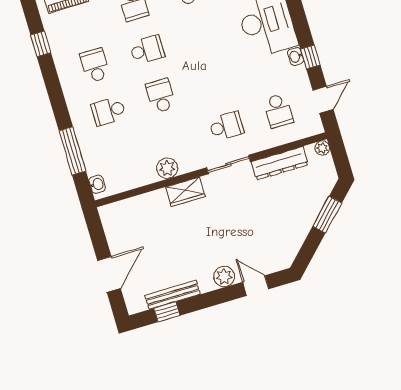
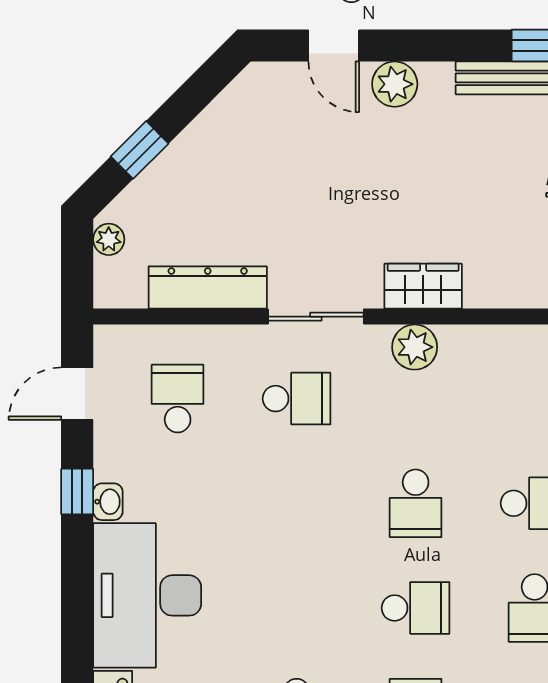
school desk: (147, 50) -> (416, 608), turned 180
school desk: (226, 126) -> (297, 399), turned 180
plant: (322, 148) -> (109, 239), moved
plant: (167, 168) -> (415, 347), moved
window: (327, 215) -> (140, 150), width x0.67

